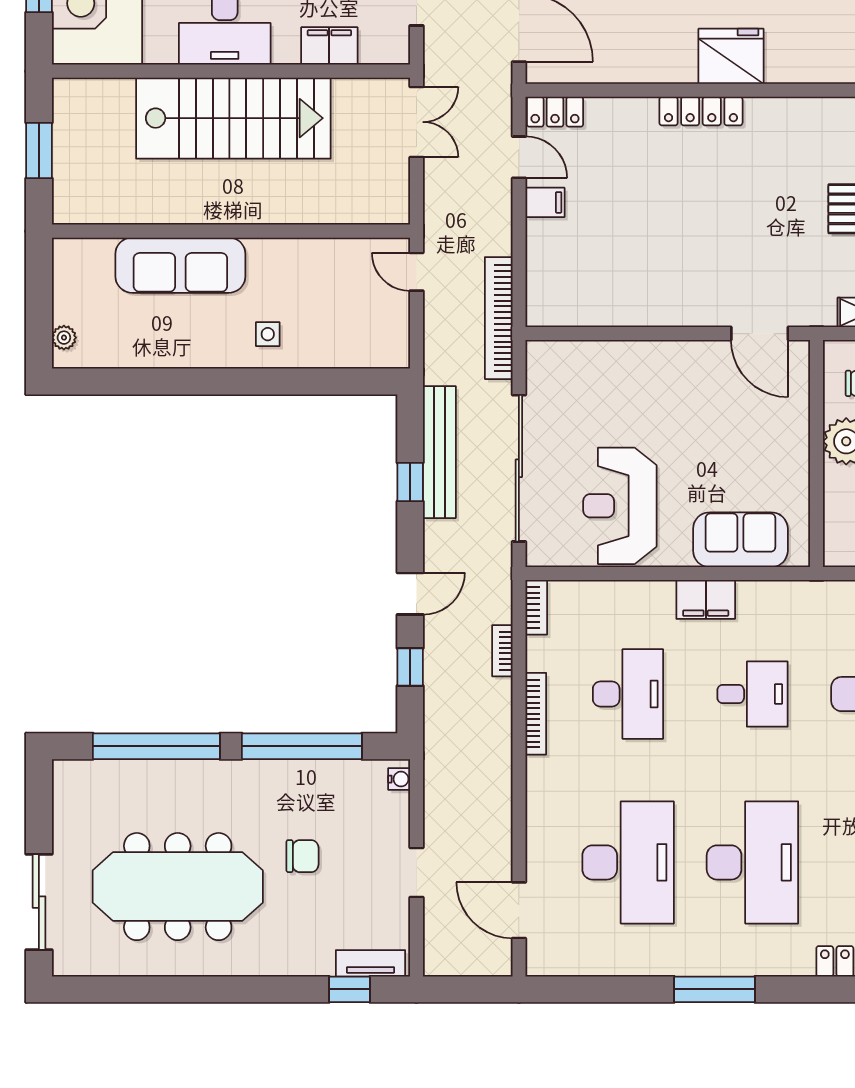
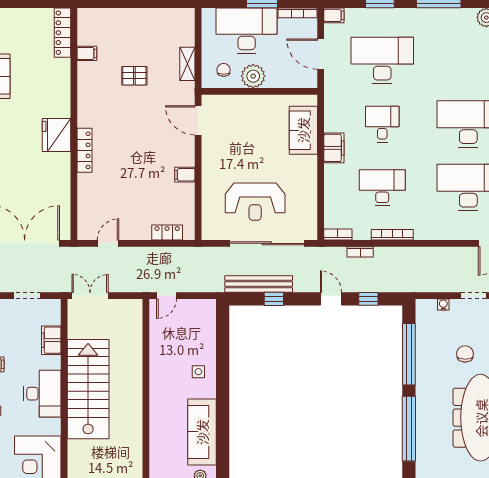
locker: (555, 112) -> (167, 232), moved, turned -90
filing cabinet: (545, 202) -> (185, 175), moved, turned -90
sofa: (180, 265) -> (202, 432), moved, turned 180
bookcase: (499, 318) -> (190, 254), removed
door: (760, 334) -> (198, 120), swing flipped
reception desk: (620, 506) -> (255, 202), moved
water cooler: (399, 779) -> (443, 305), moved

